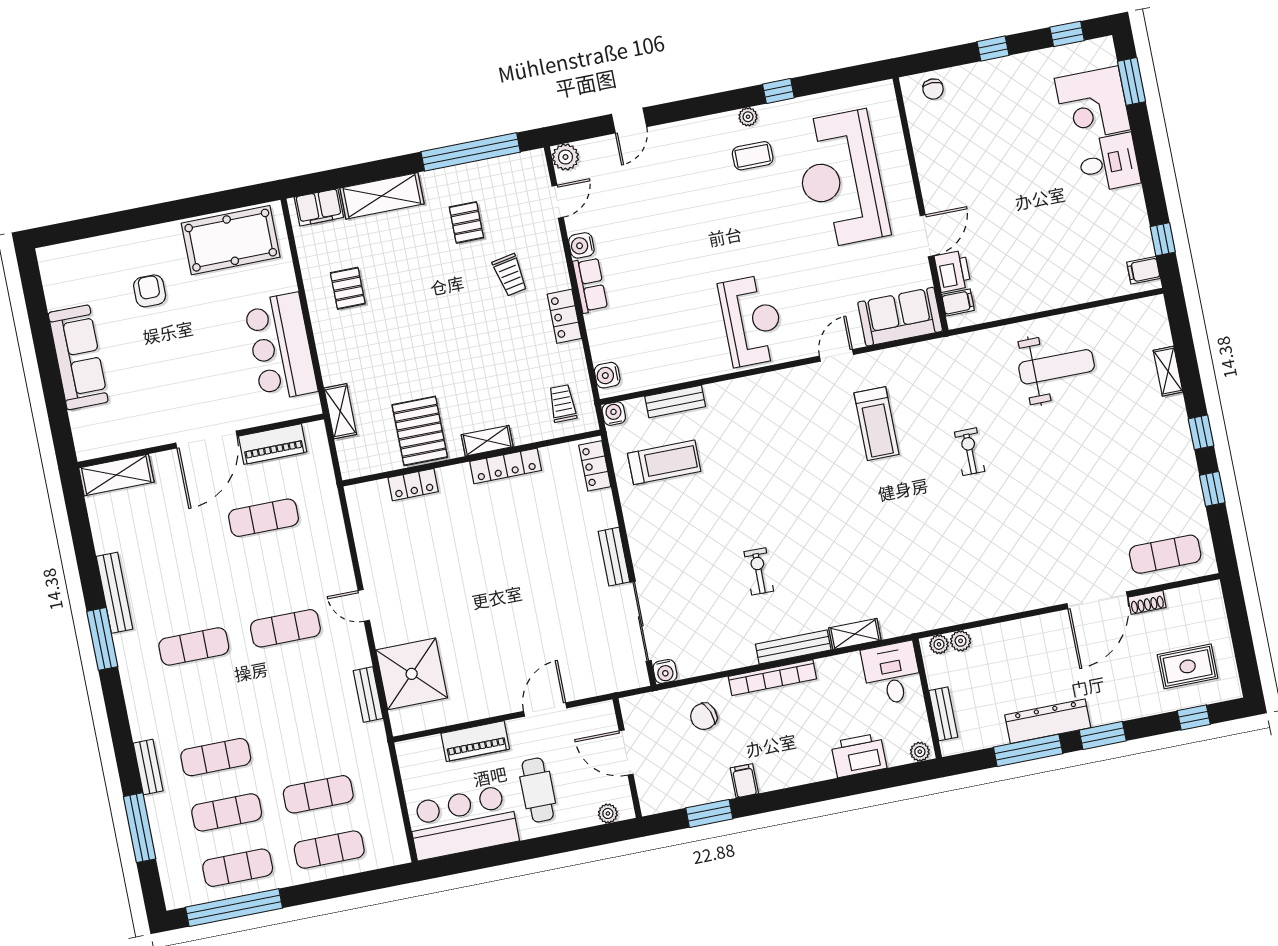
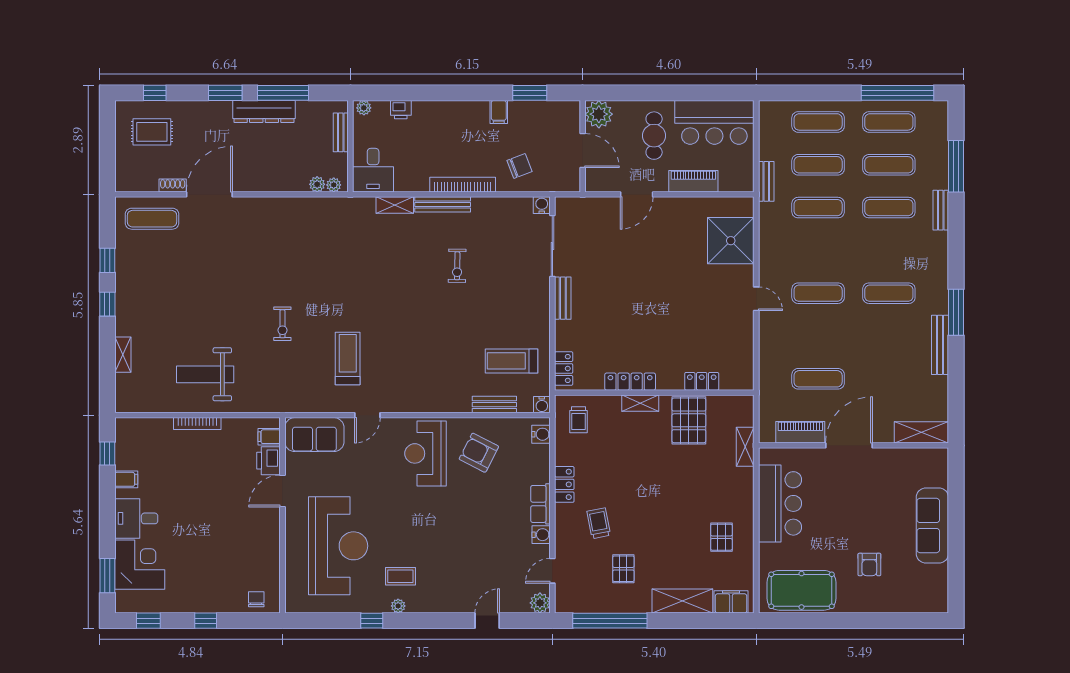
filing cabinet: (1143, 270) -> (126, 479), moved
bookcase: (1054, 301) -> (197, 424), added
armchair: (683, 335) -> (479, 453), added
bench: (368, 694) -> (766, 181), moved
exercise mat: (307, 739) -> (818, 208), added
printer: (859, 755) -> (401, 110), width x0.53, depth x0.68
plant: (608, 813) -> (599, 114), width x1.88, depth x1.88

